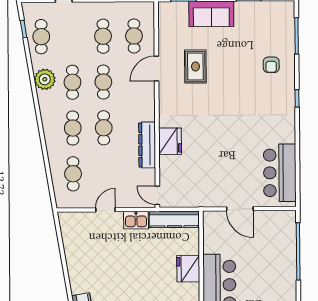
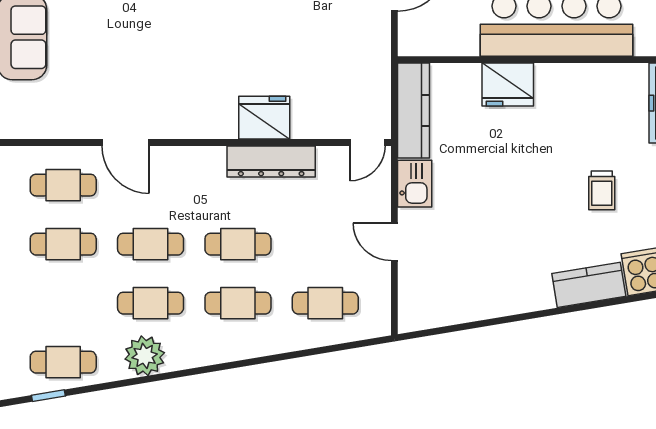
rug: (195, 66) -> (122, 68), removed

